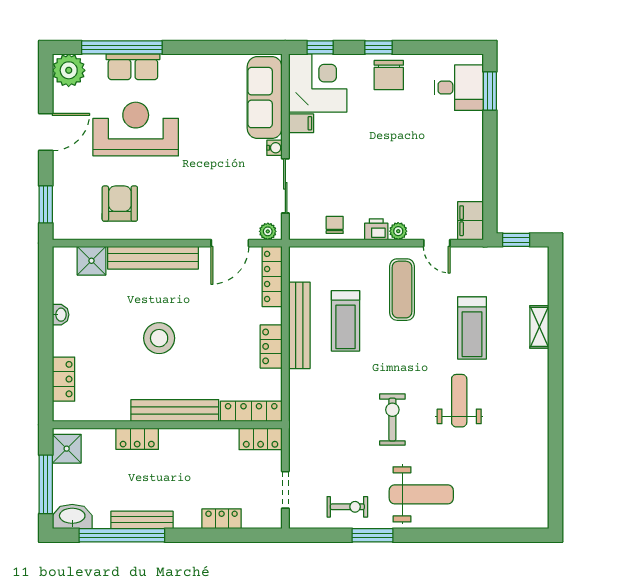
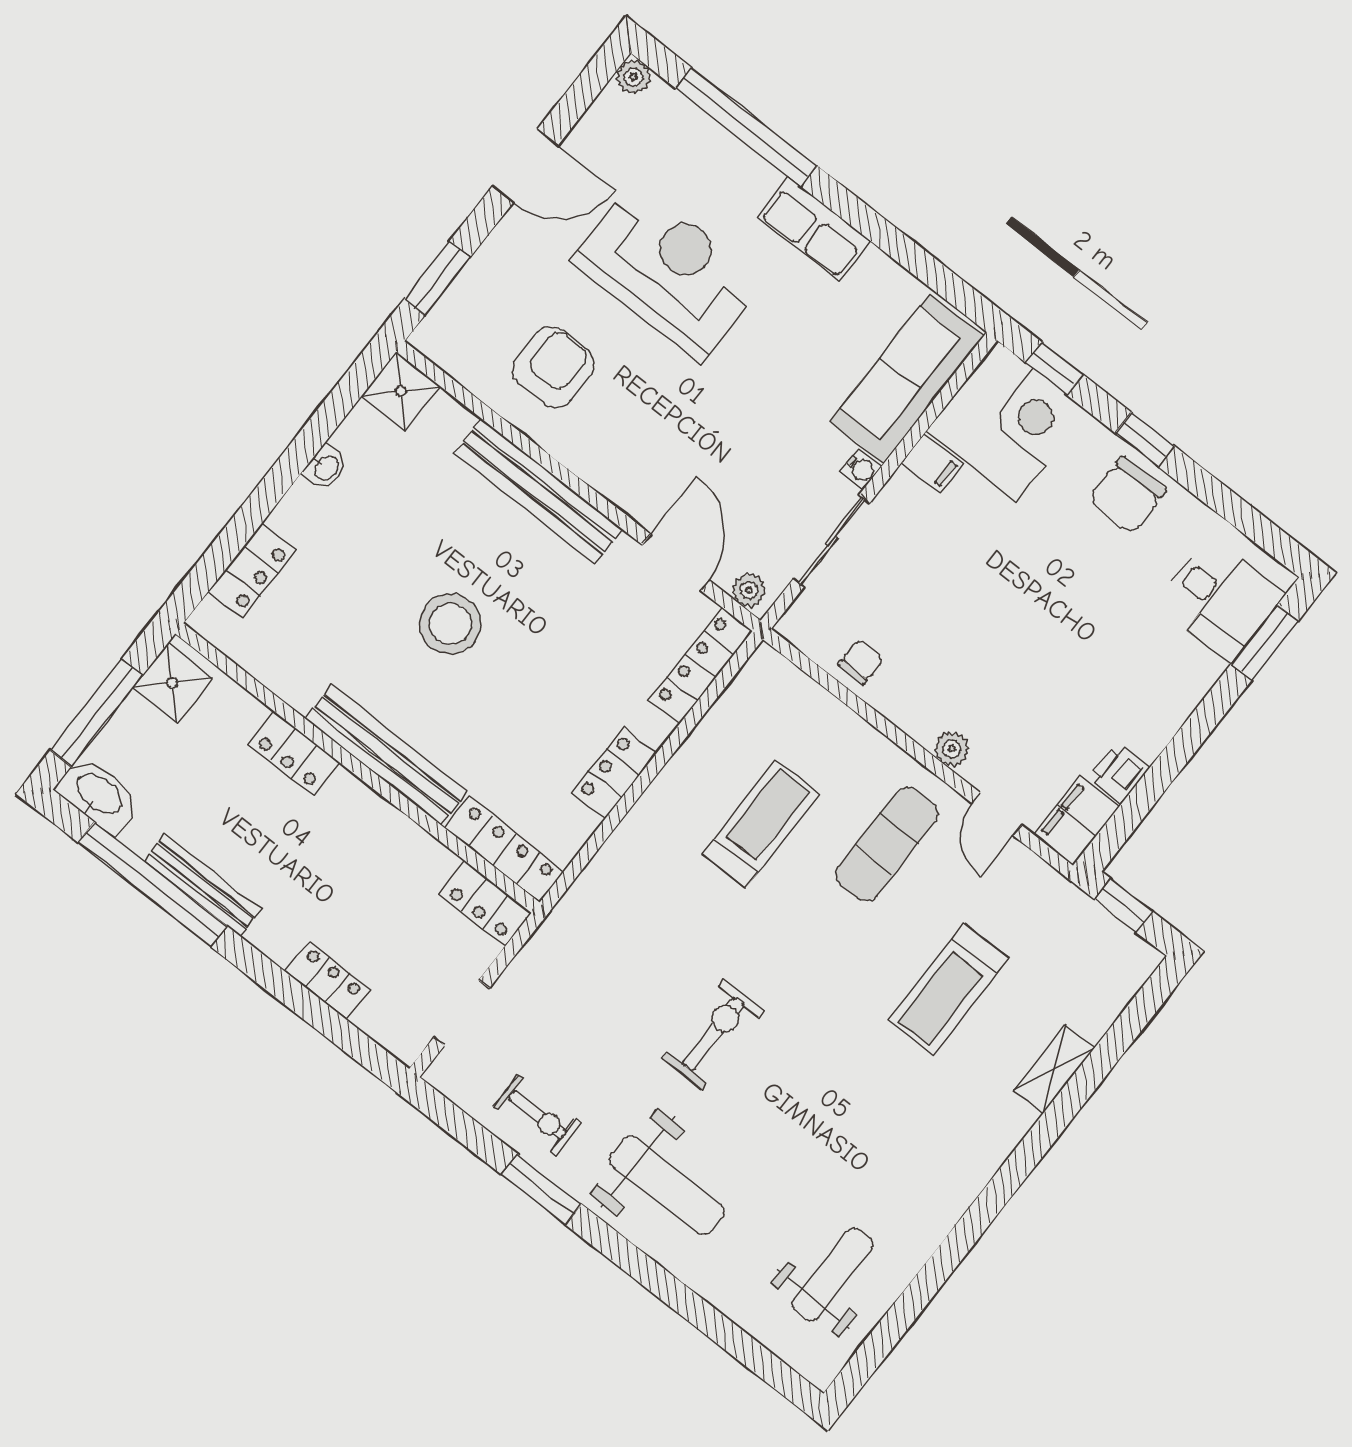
row of seats: (133, 67) -> (814, 229), moved
plant: (69, 70) -> (633, 77), width x0.53, depth x0.53
printer: (376, 229) -> (1120, 773), moved, turned -90
door: (230, 243) -> (676, 562), swing flipped
shower: (91, 261) -> (401, 391), moved
treadmill: (346, 321) -> (761, 824), turned 180
bench: (299, 325) -> (684, 775), removed
weight bench: (459, 401) -> (833, 1275), moved

